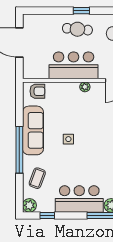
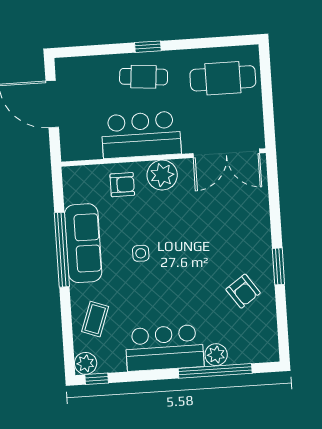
plant: (85, 87) -> (162, 175), width x1.88, depth x1.88
armchair: (37, 91) -> (122, 185), moved
window: (19, 150) -> (62, 250), moved
window: (47, 215) -> (97, 379), moved

